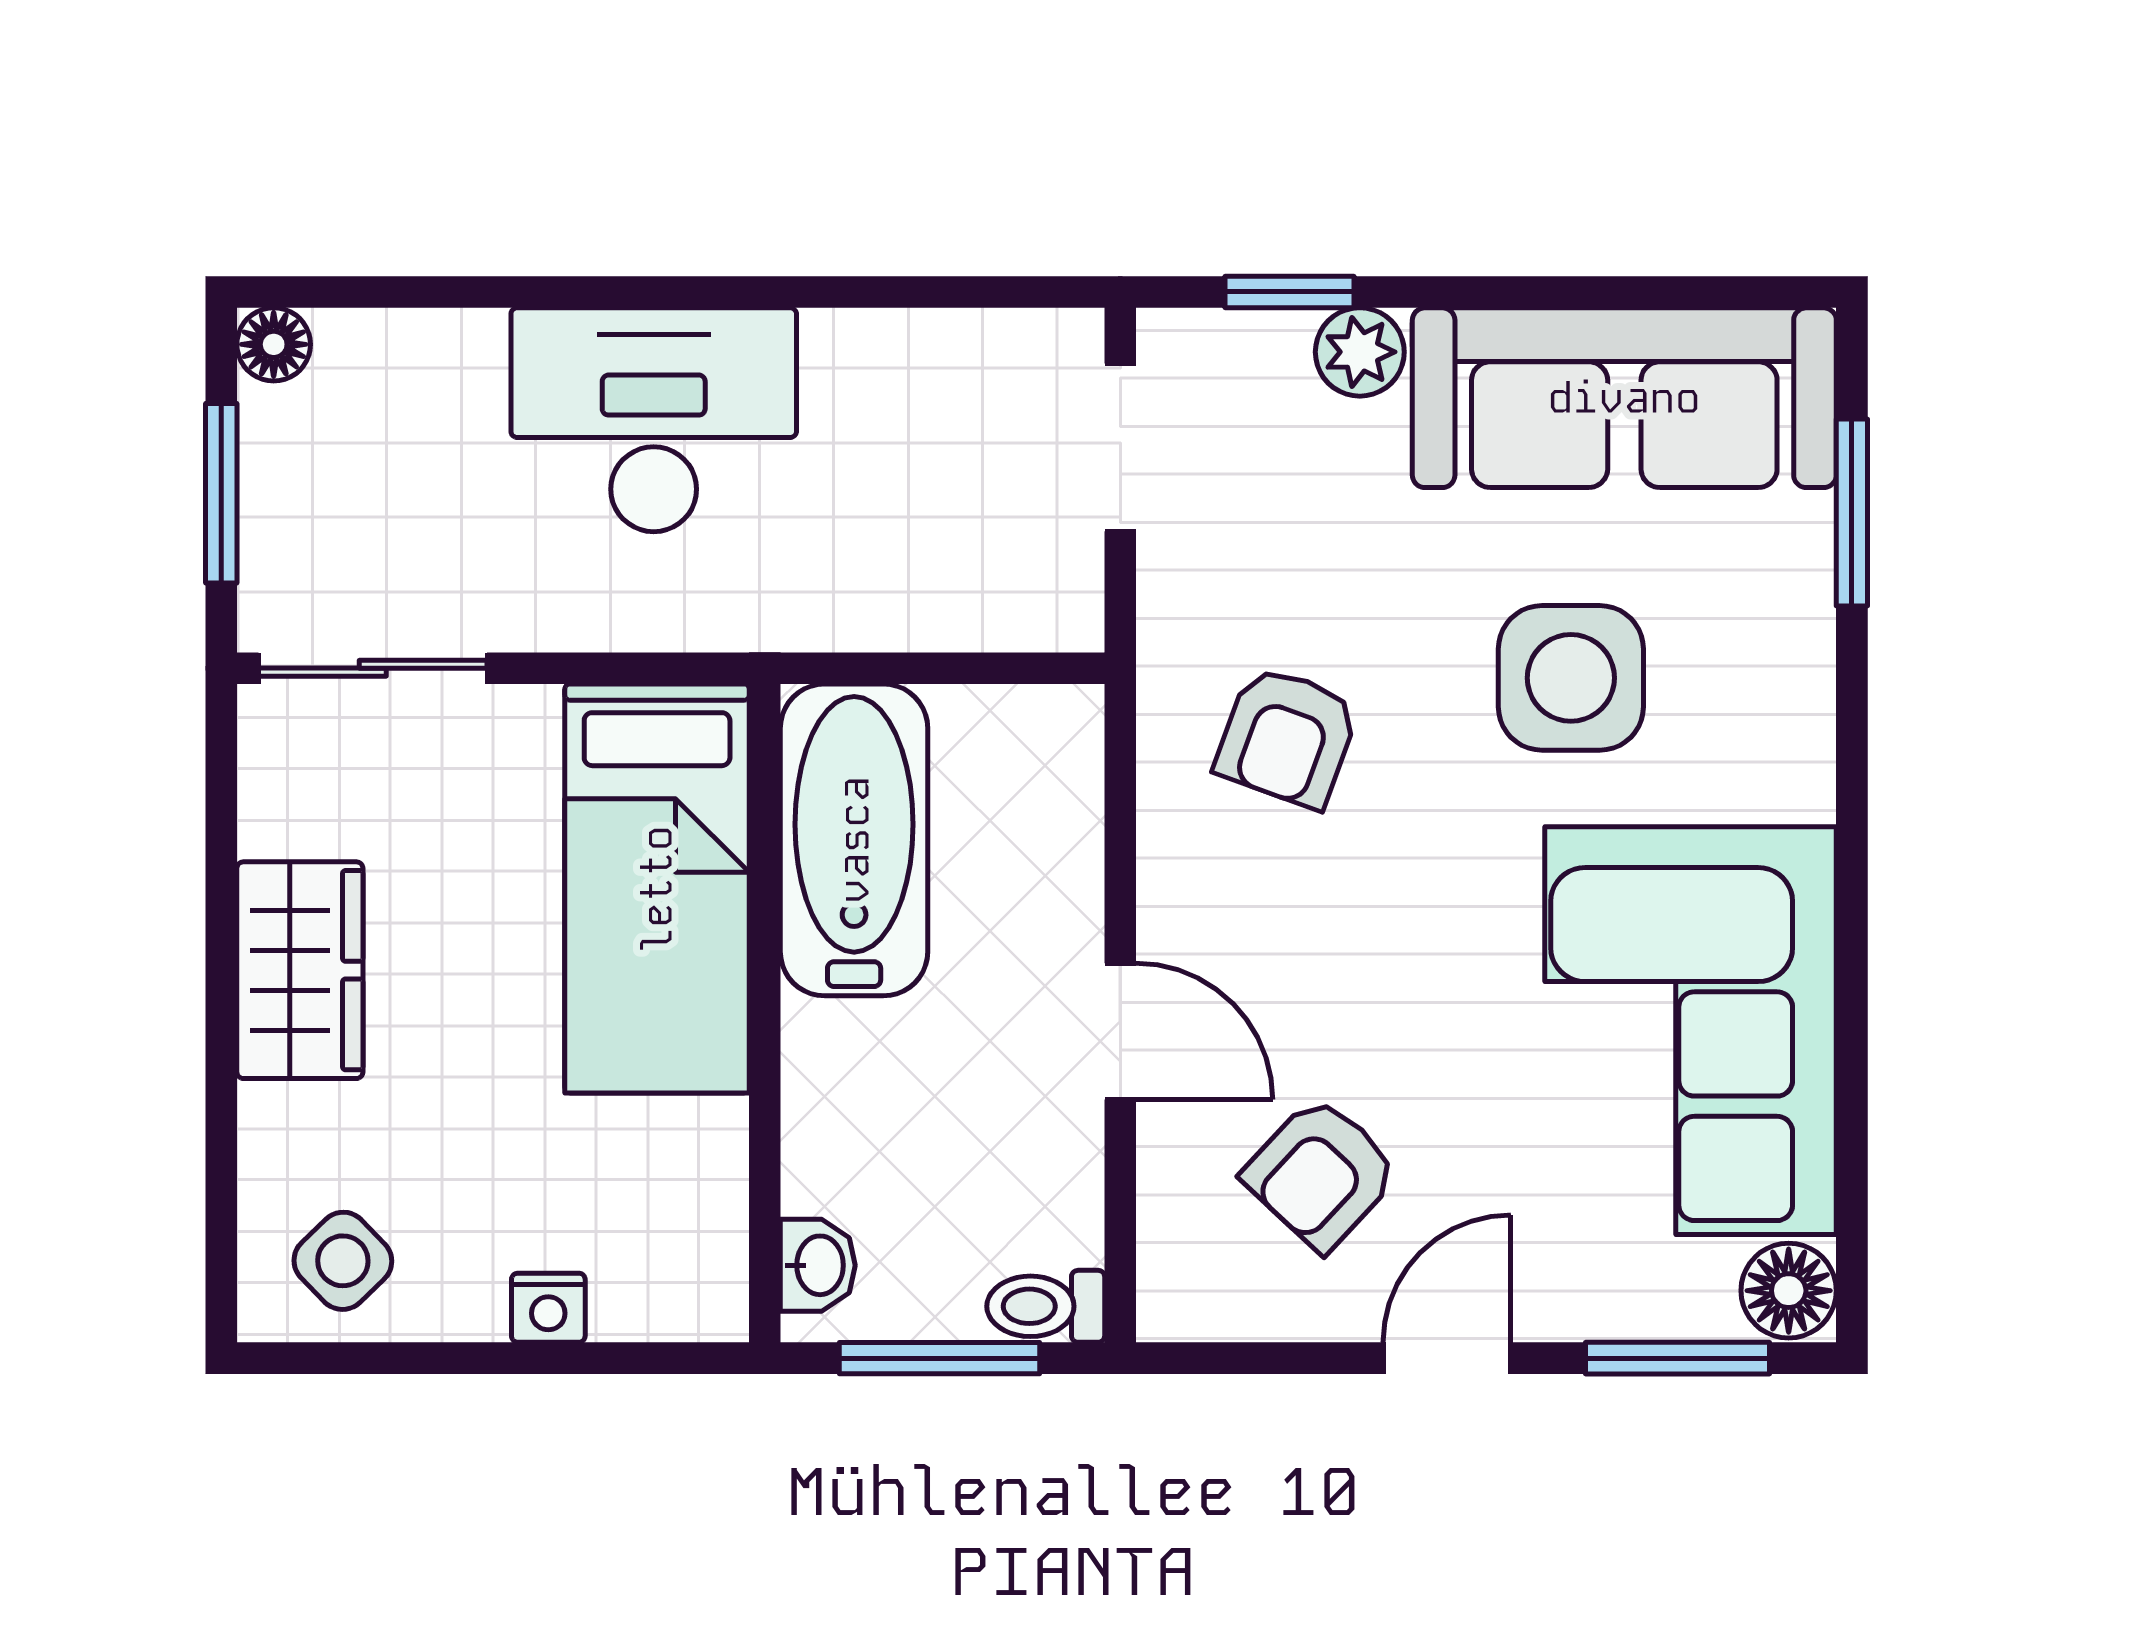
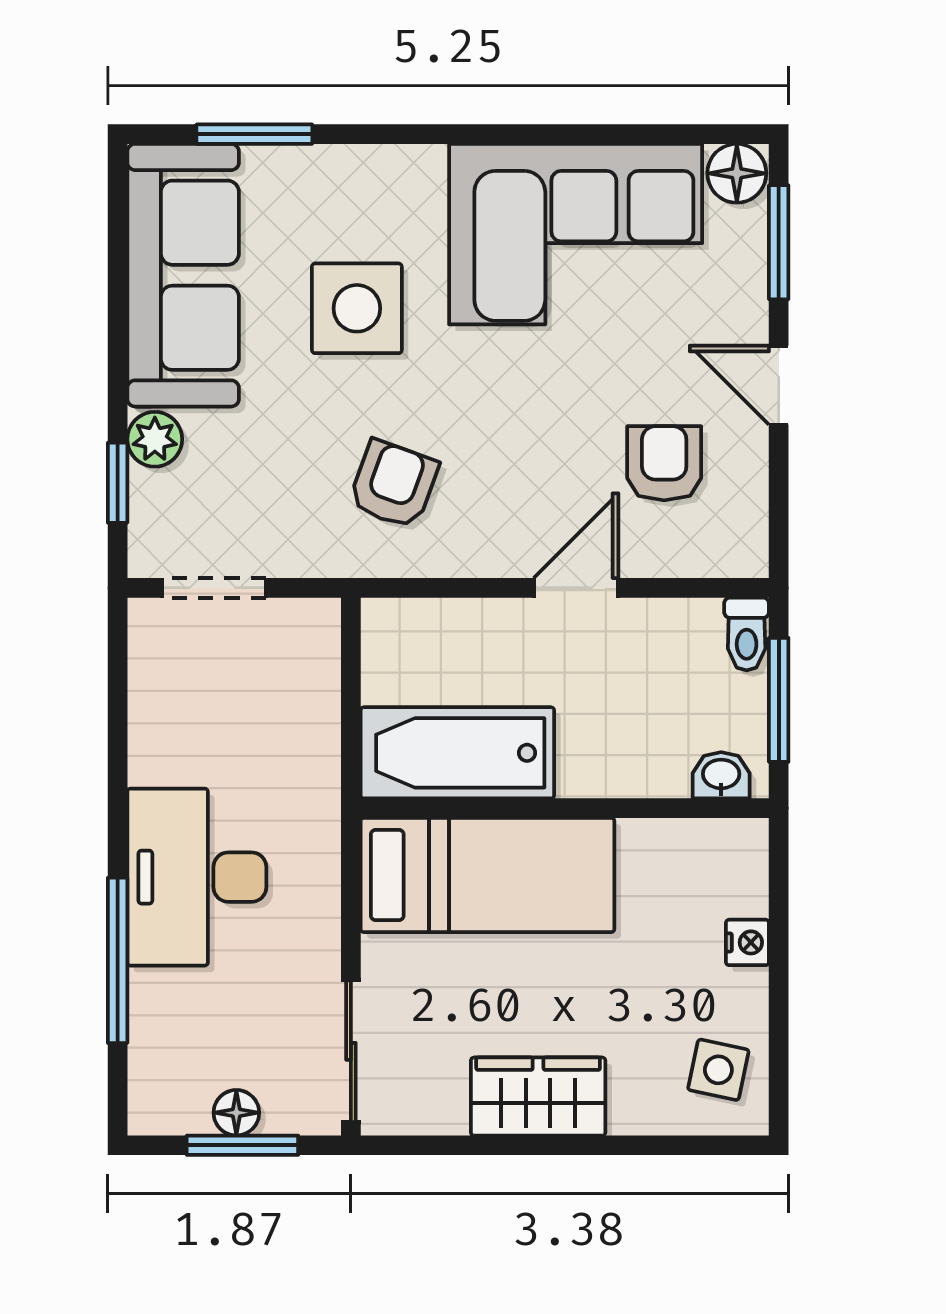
window: (519, 292) -> (118, 960), added
floor lamp: (274, 344) -> (236, 1113), moved
armchair: (1287, 737) -> (393, 484), turned -90
armchair: (1321, 1173) -> (664, 463), turned -133
side table: (343, 1261) -> (718, 1070), turned -34

